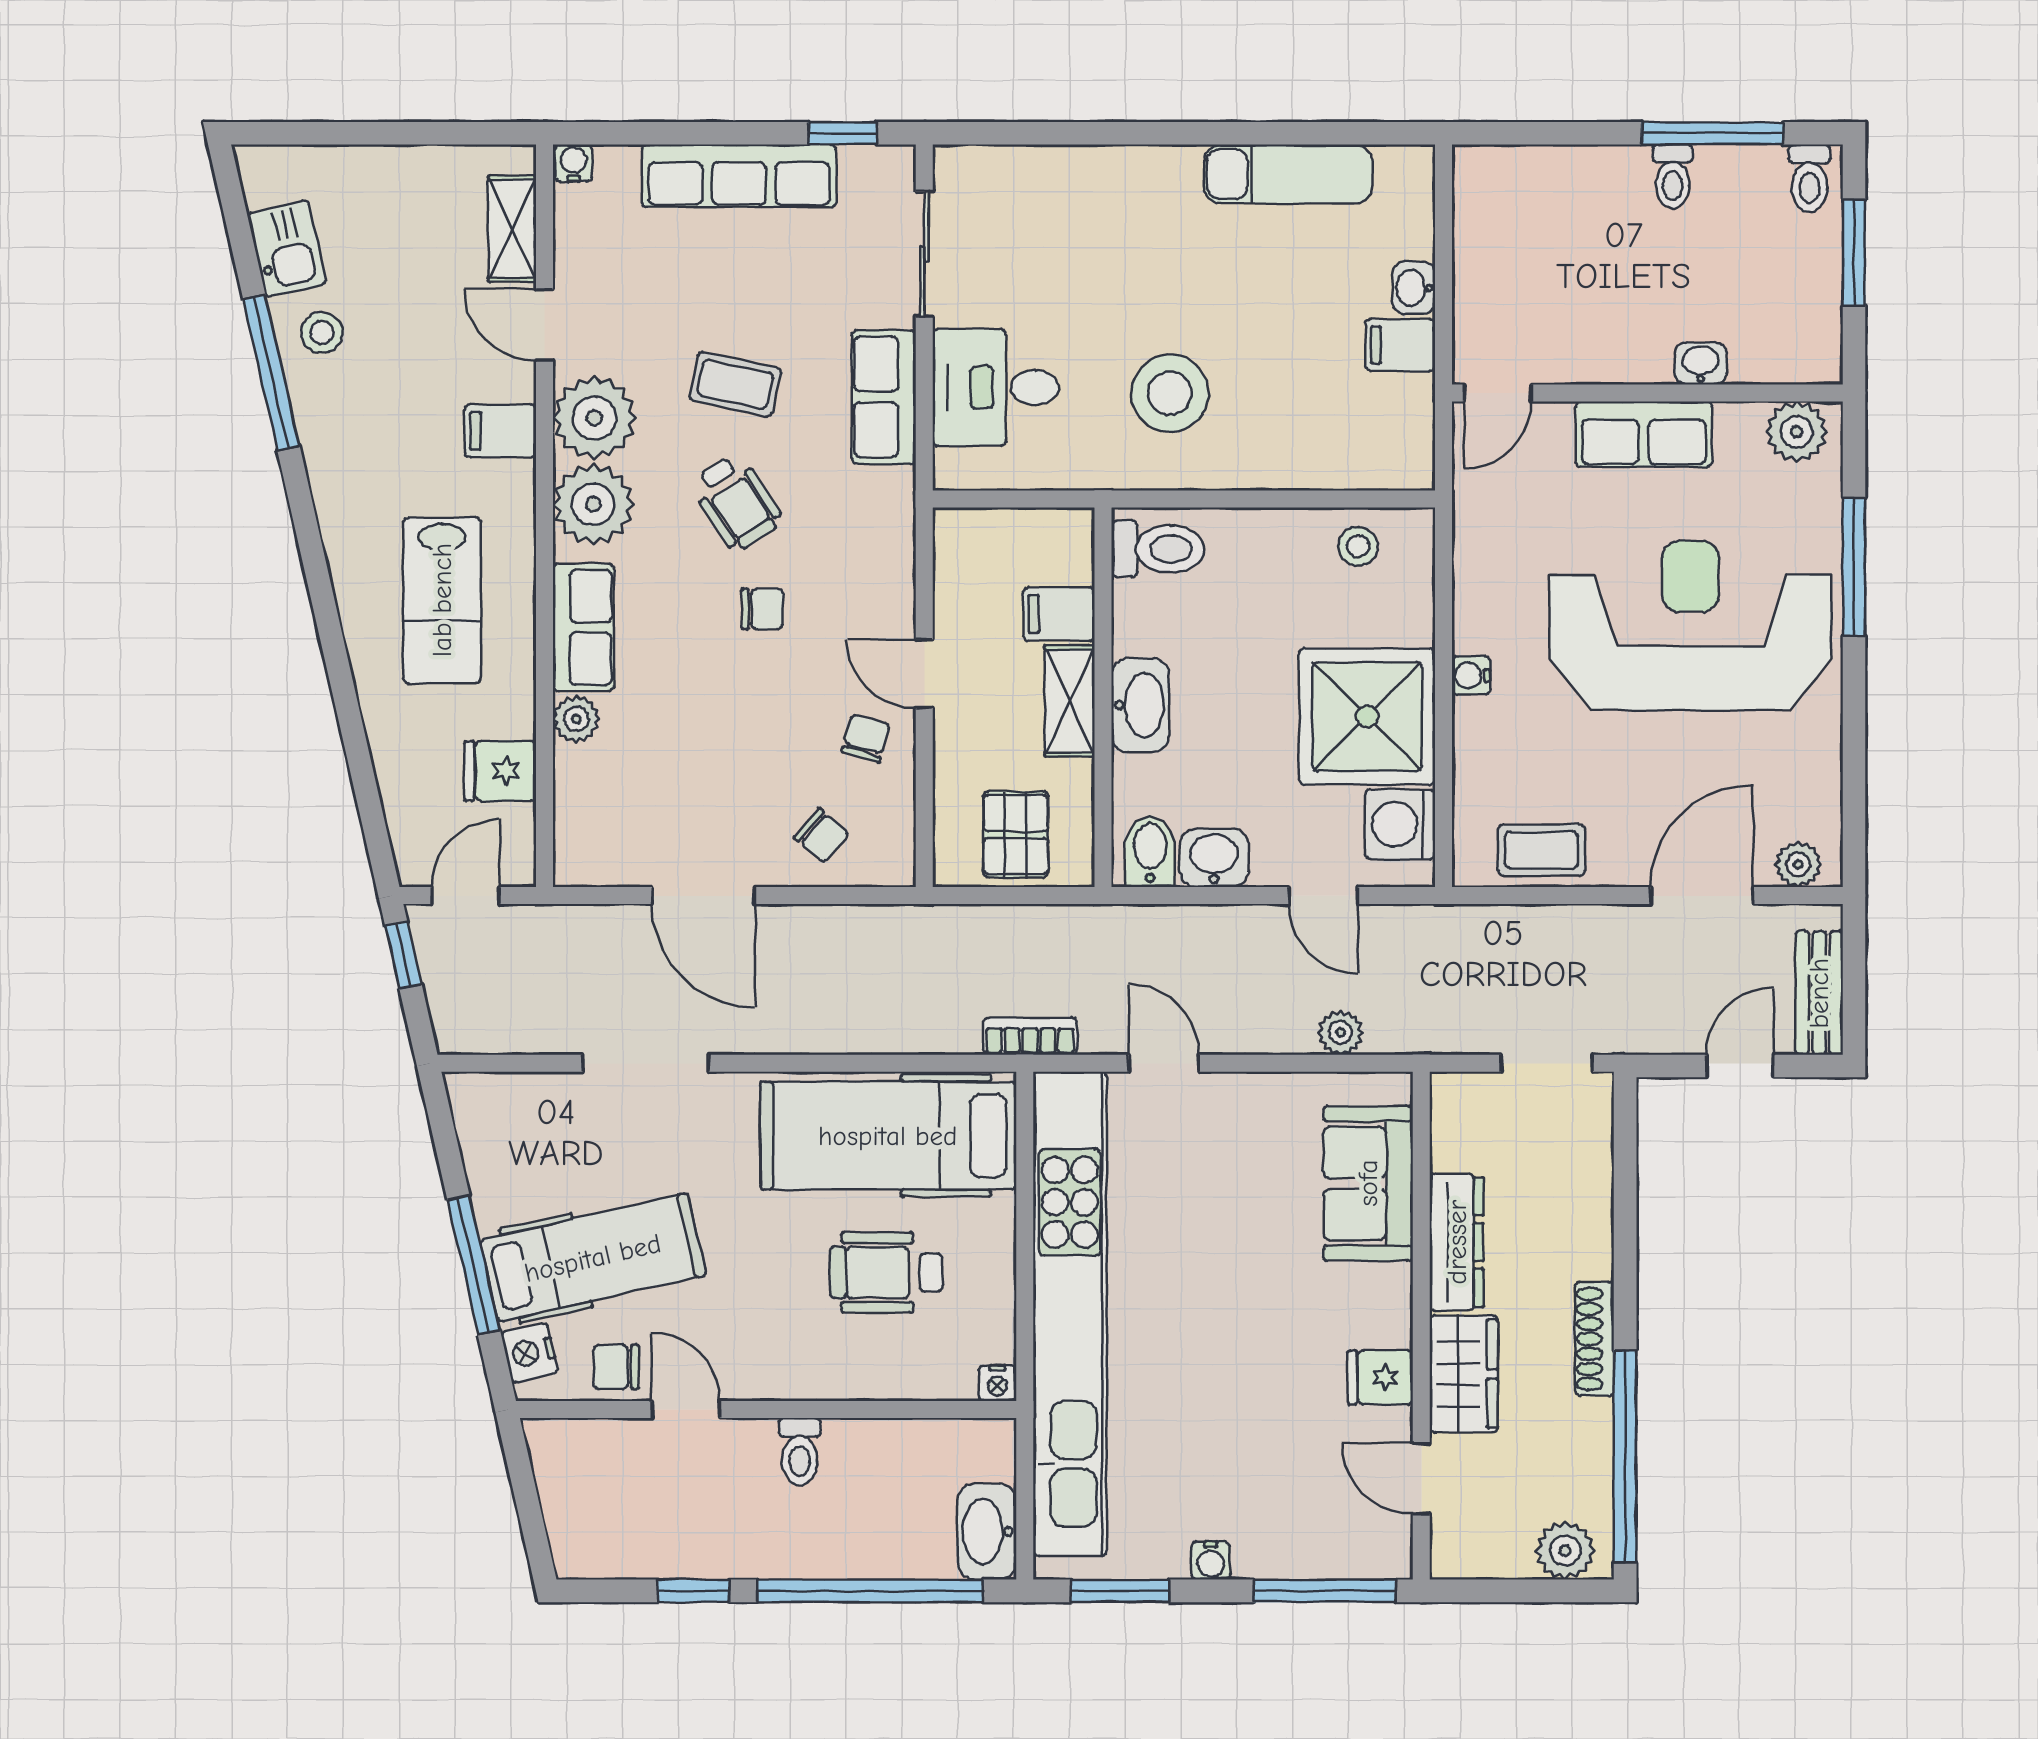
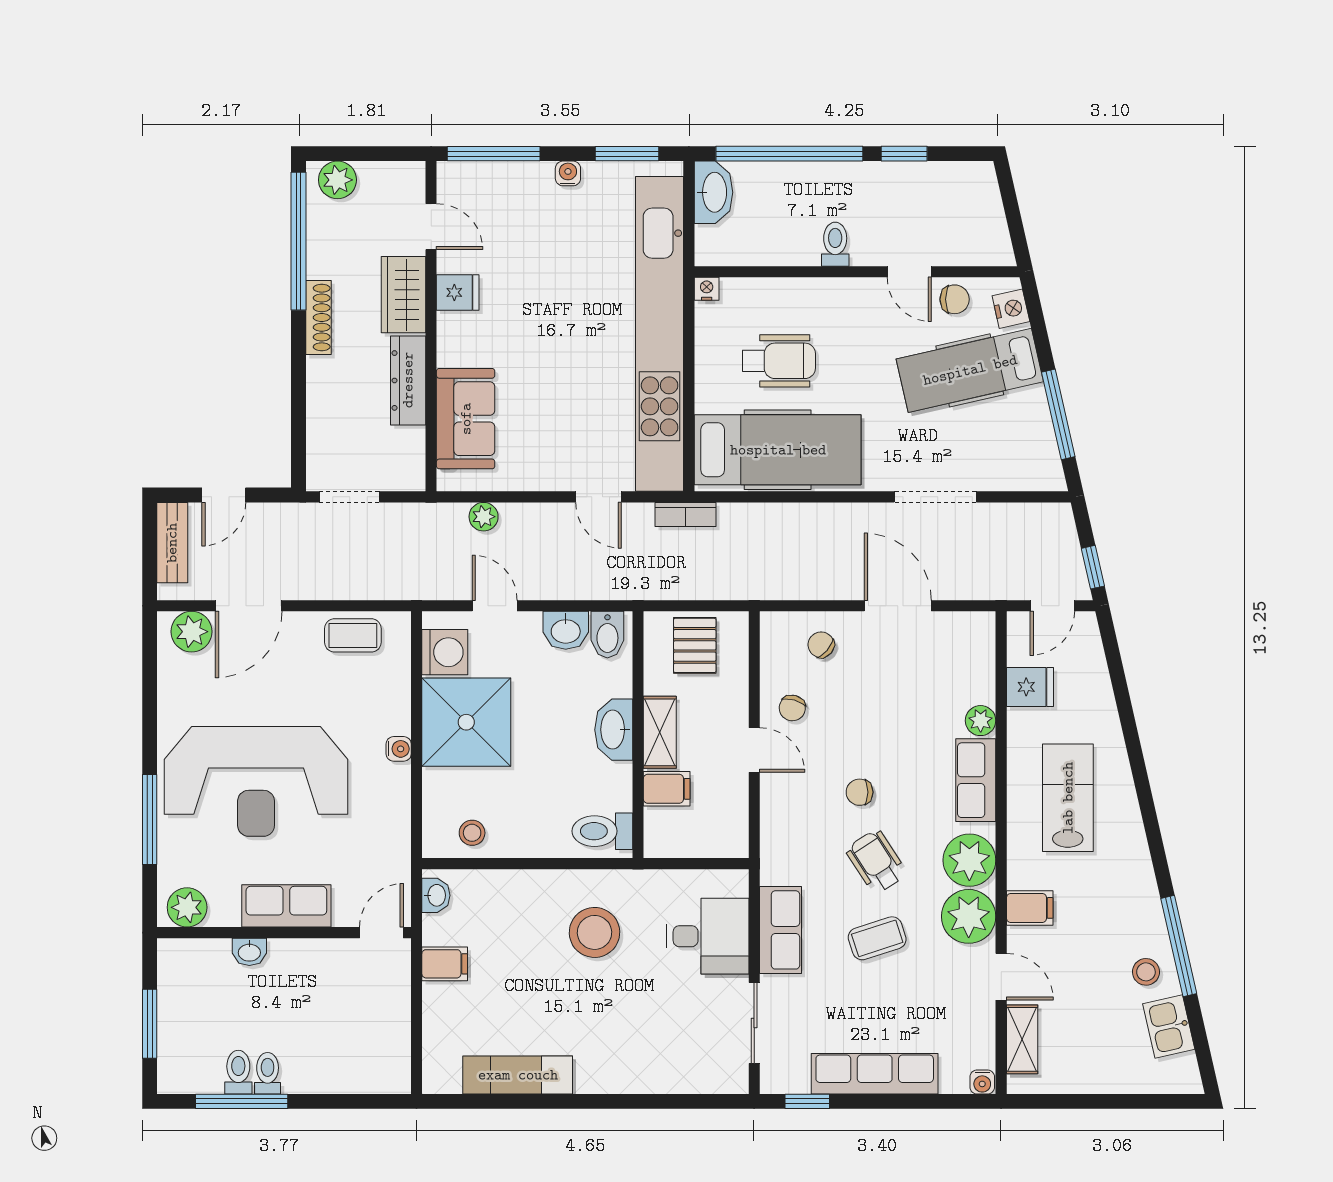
toilet: (1809, 178) -> (238, 1072), moved
washbasin: (1414, 288) -> (436, 895), moved
coffee table: (735, 384) -> (877, 938), turned -30
plant: (1798, 864) -> (192, 632), width x1.38, depth x1.38
window: (474, 1265) -> (1058, 414), moved

